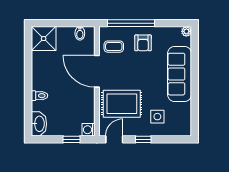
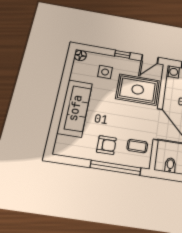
plant: (186, 31) -> (58, 150), removed
armchair: (143, 43) -> (106, 145), turned 90
floor lamp: (185, 130) -> (80, 55), added

